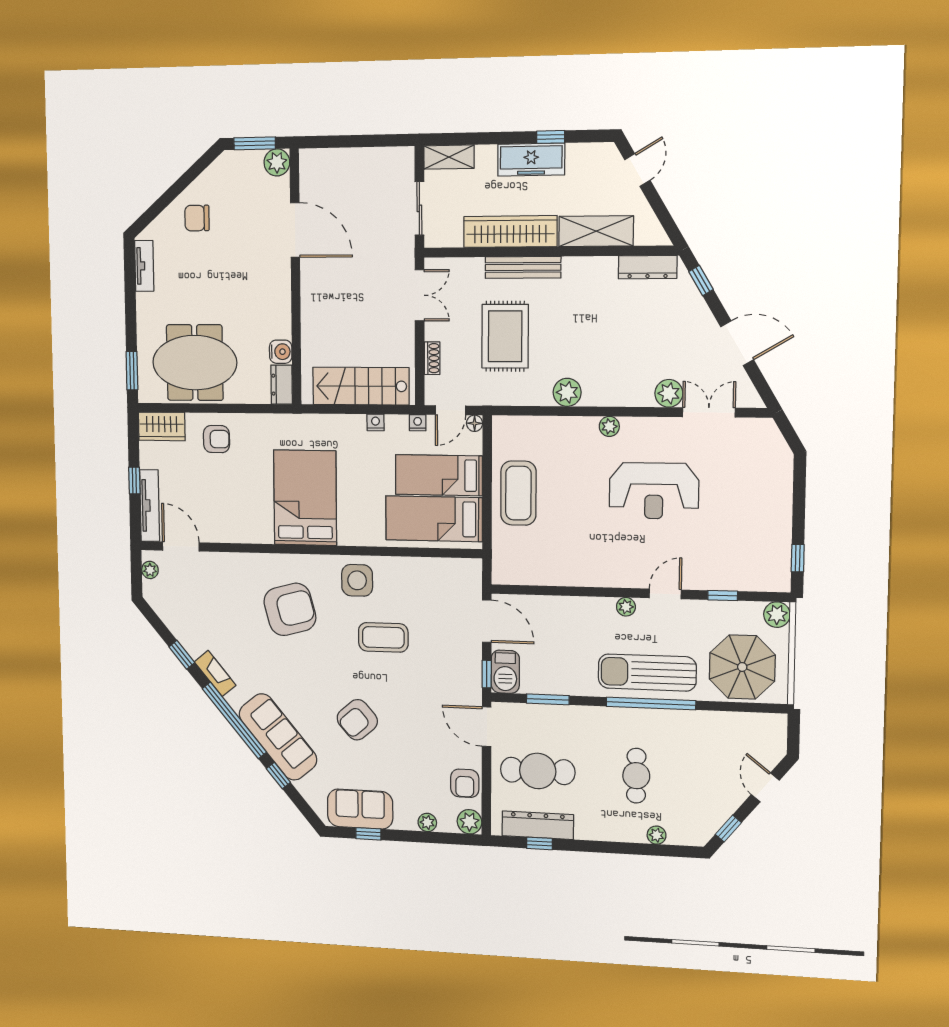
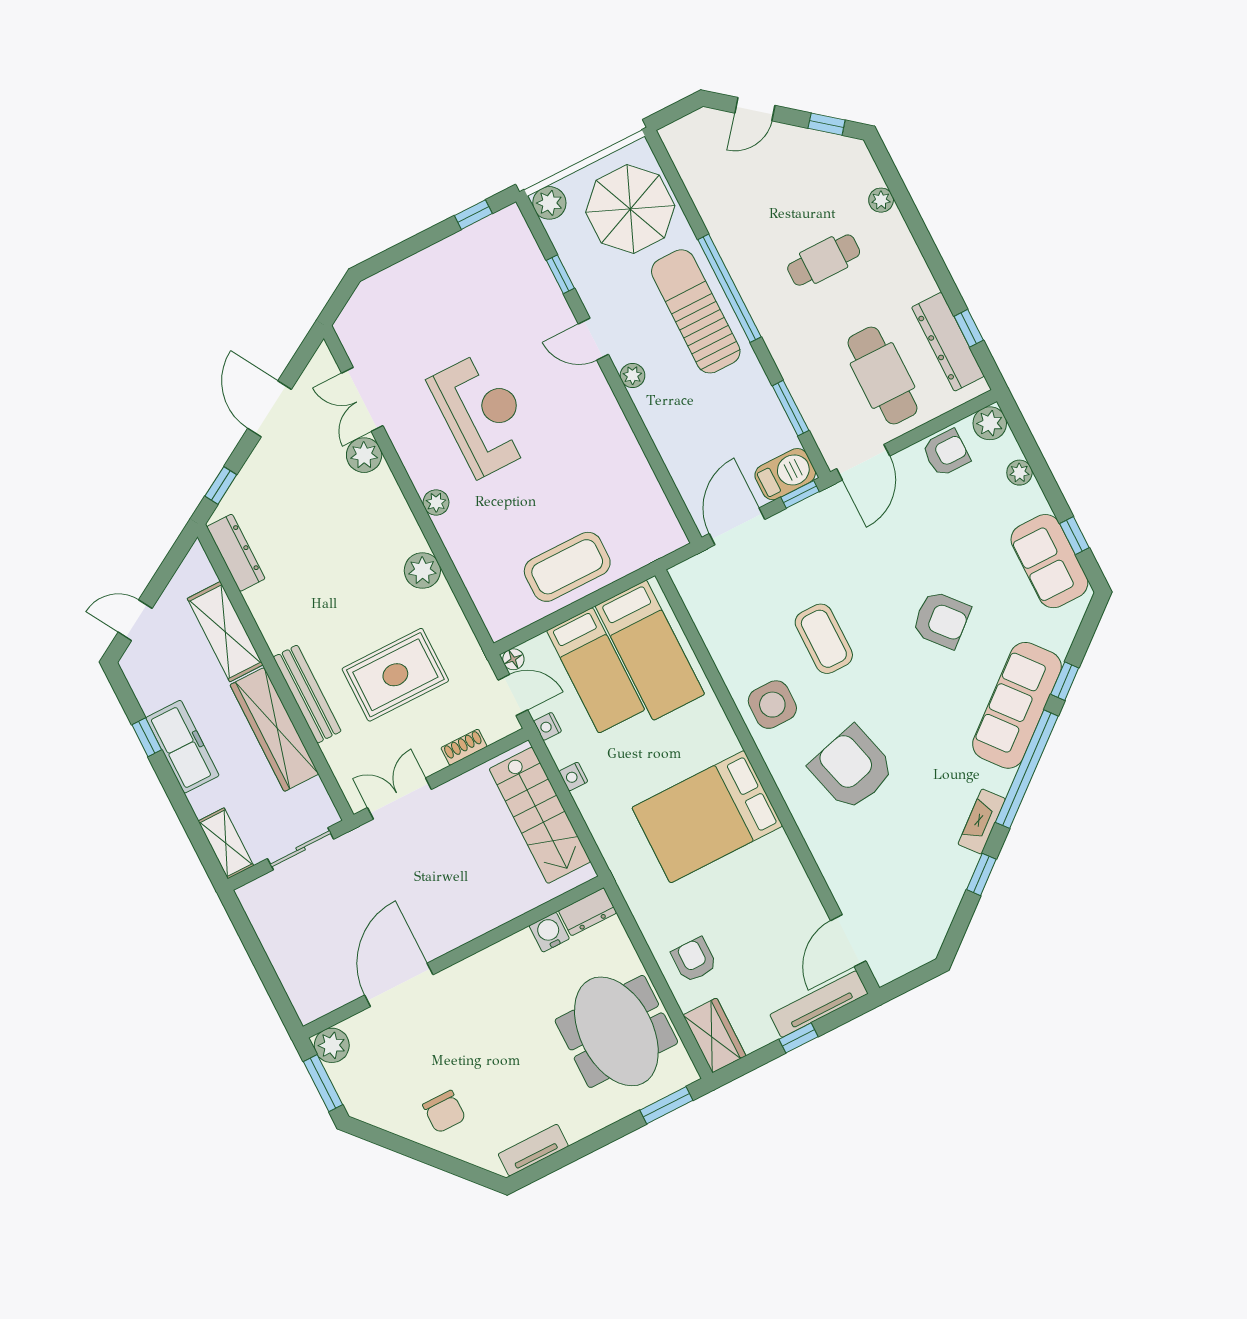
plant: (150, 570) -> (898, 965), removed
sun lounger: (647, 673) -> (696, 311), turned 180

